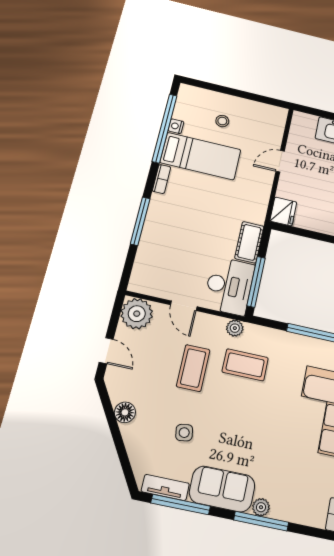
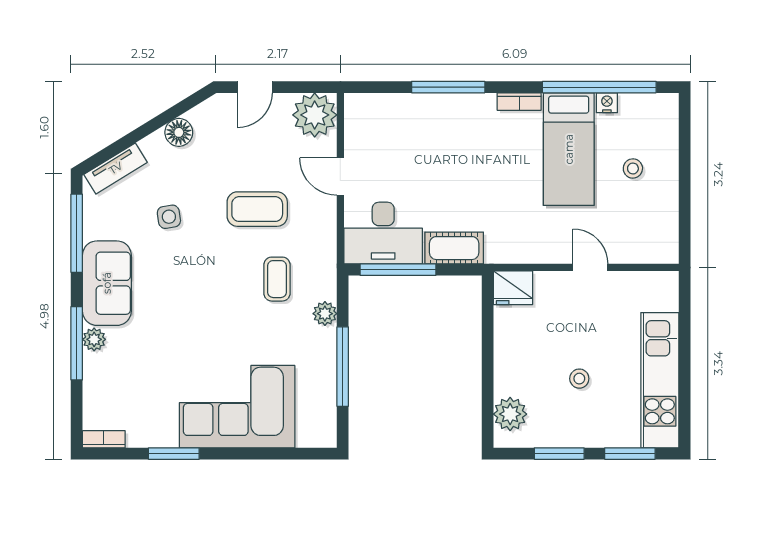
door: (184, 306) -> (340, 176), hinge flipped
plant: (235, 328) -> (325, 314), moved
coffee table: (245, 365) -> (277, 279), width x0.73, depth x0.77
tv unit: (165, 487) -> (116, 168), moved, turned 58

